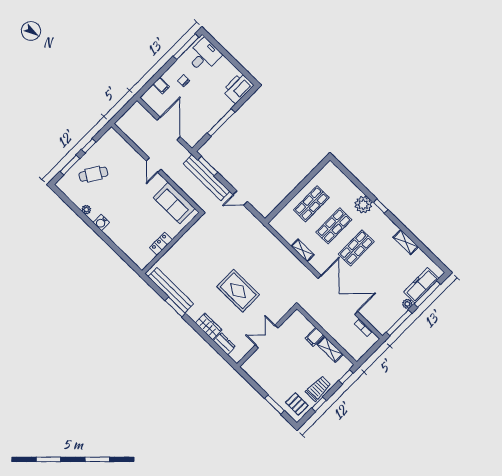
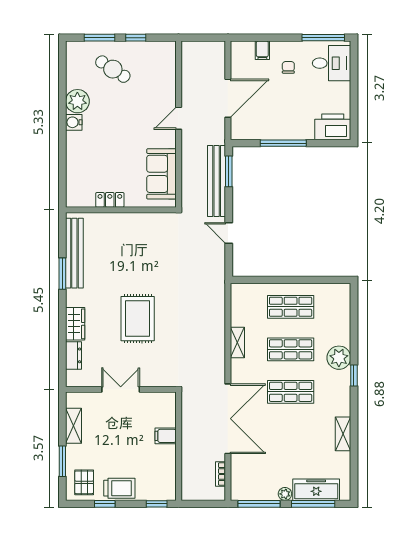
plant: (86, 210) -> (77, 101), width x1.88, depth x1.88
shelving: (330, 349) -> (74, 426), moved

